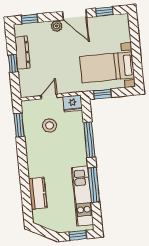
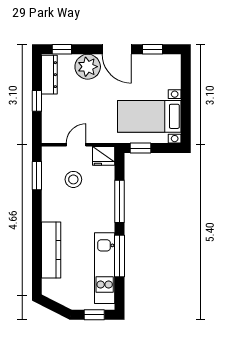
plant: (57, 26) -> (88, 67), width x1.87, depth x1.87
dresser: (22, 53) -> (49, 75), moved
kitchen counter: (38, 193) -> (51, 250), width x1.50

